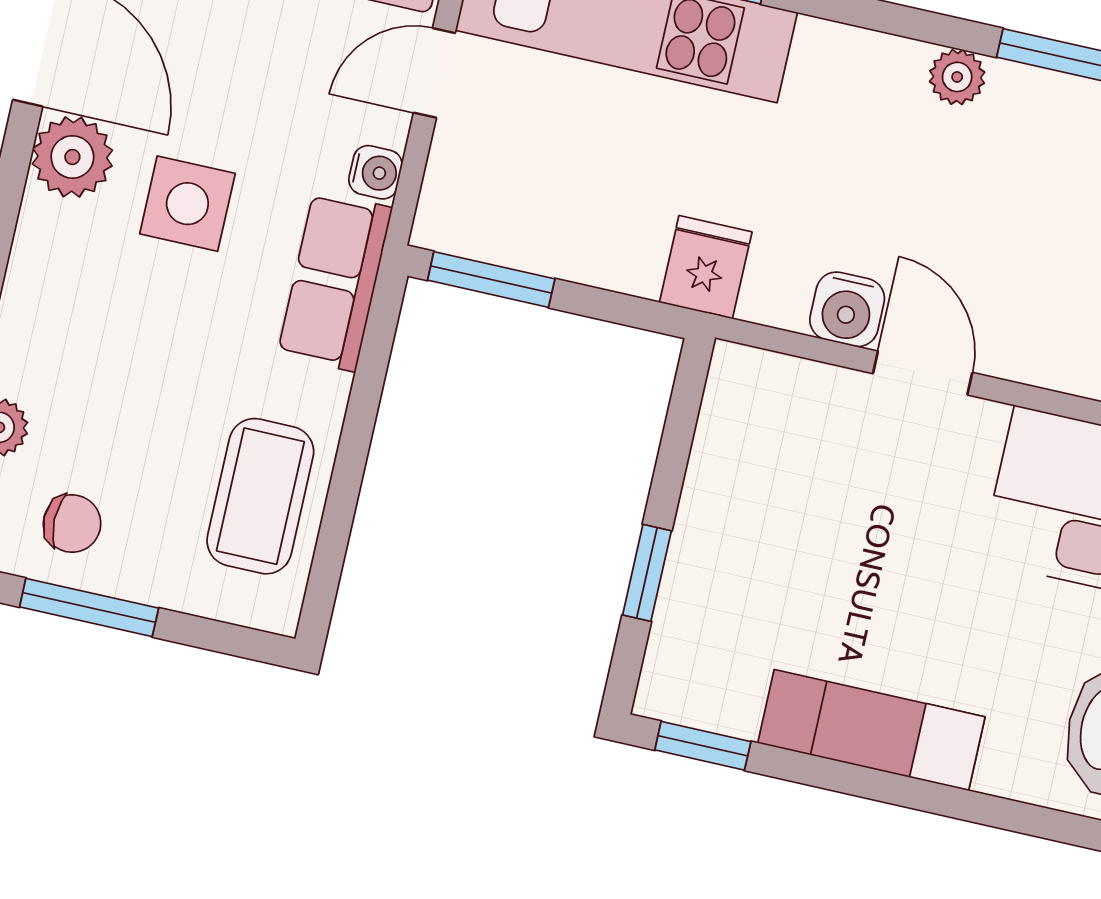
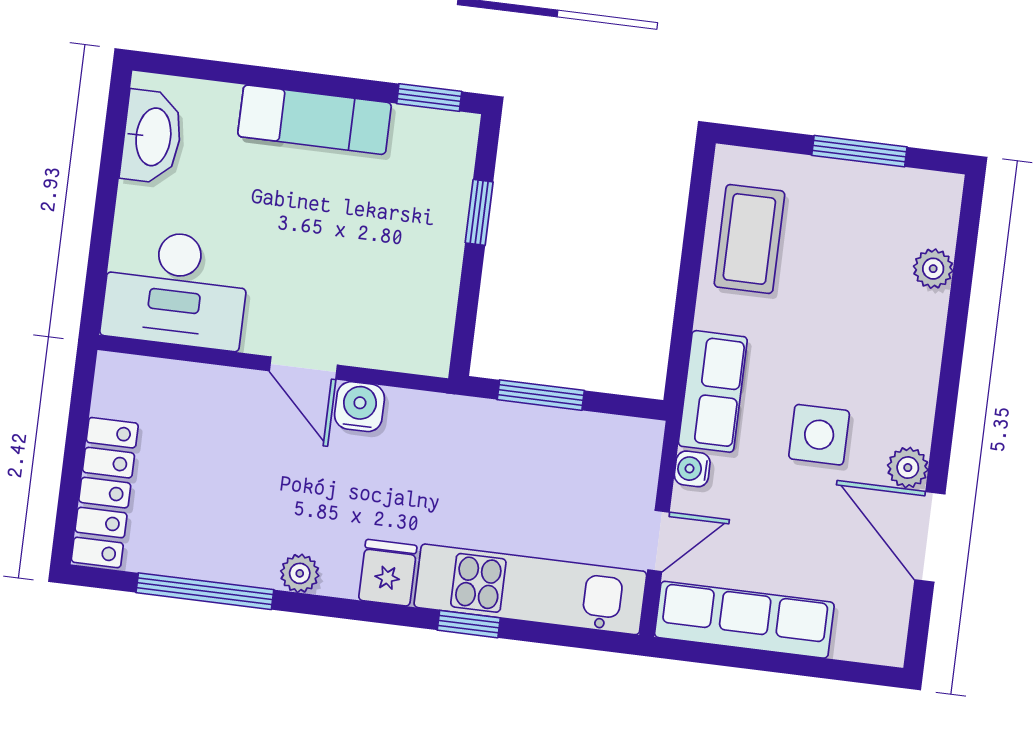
plant: (72, 157) -> (908, 468), width x0.73, depth x0.73
fridge: (706, 267) -> (388, 573), moved, turned 180
window: (491, 280) -> (541, 395), moved
chair: (72, 524) -> (877, 208), removed

